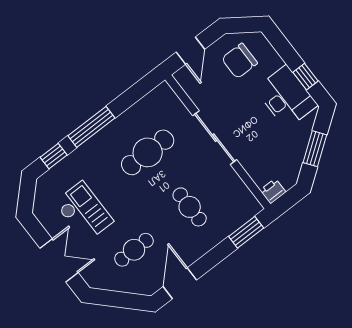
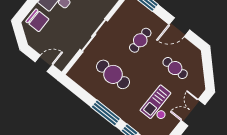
chair: (240, 61) -> (37, 20), moved
door: (180, 283) -> (179, 27), moved

